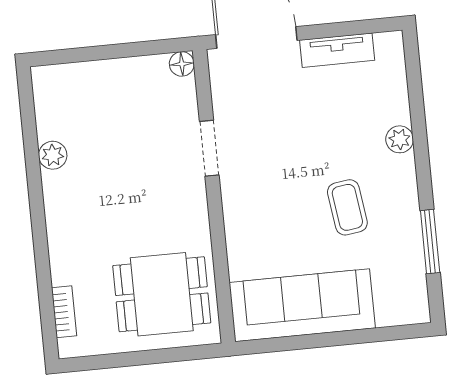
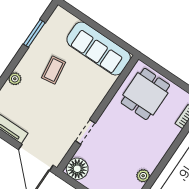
floor lamp: (182, 64) -> (77, 169), width x1.89, depth x1.89
dining table: (162, 294) -> (145, 94), turned 90

